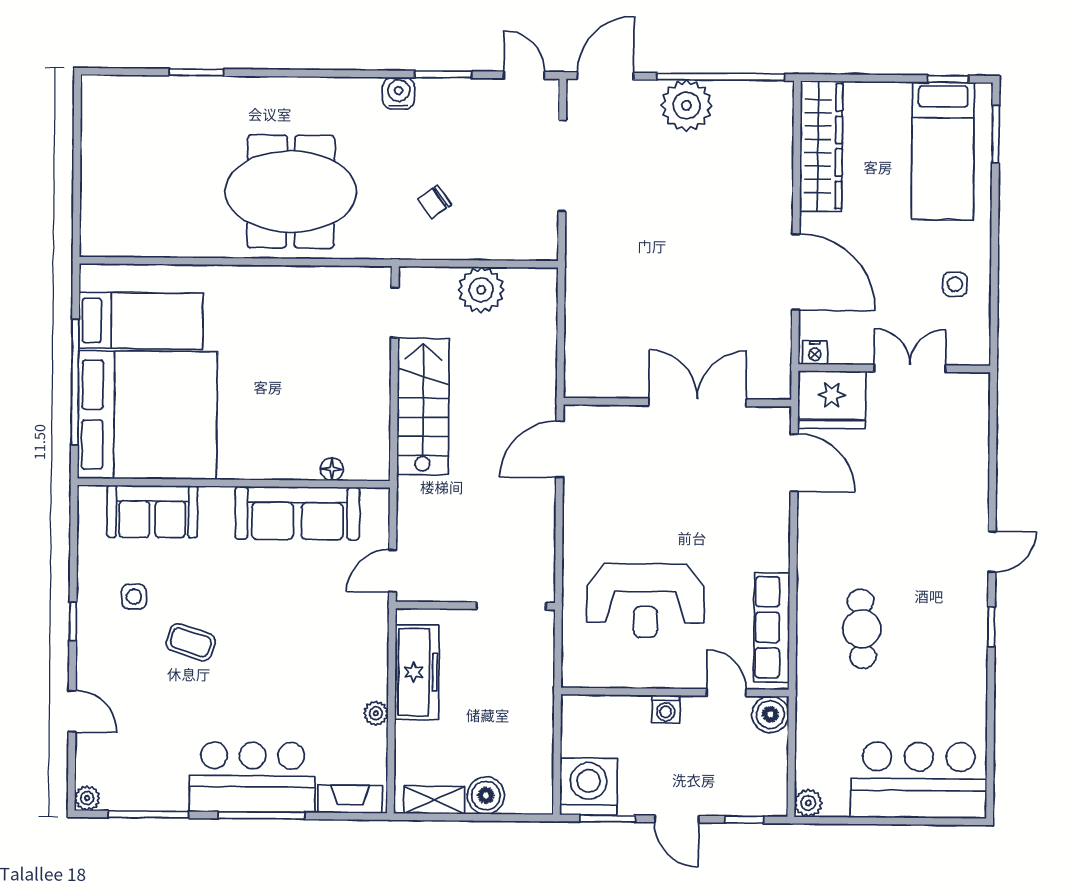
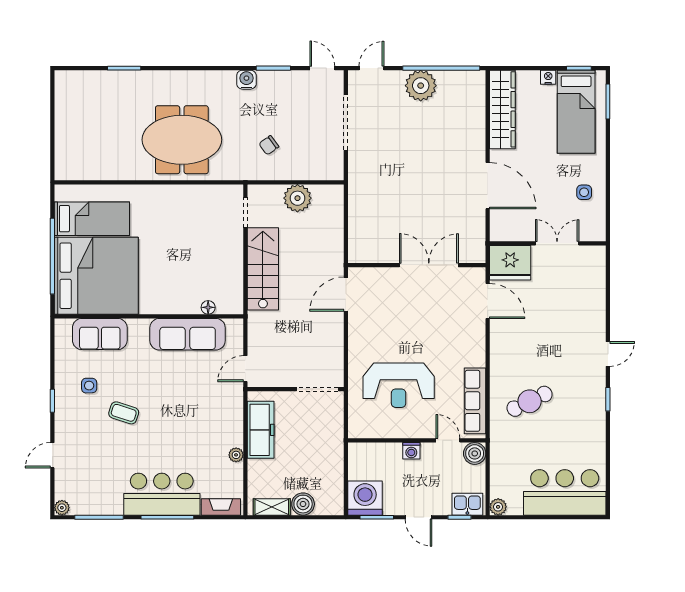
door: (605, 76) -> (372, 68), width x0.73
nightstand: (815, 353) -> (548, 77), moved, turned 180
cafe table: (862, 629) -> (530, 401), turned 67
door: (72, 711) -> (52, 455), swing flipped
kitchen sink: (758, 798) -> (467, 504), added

